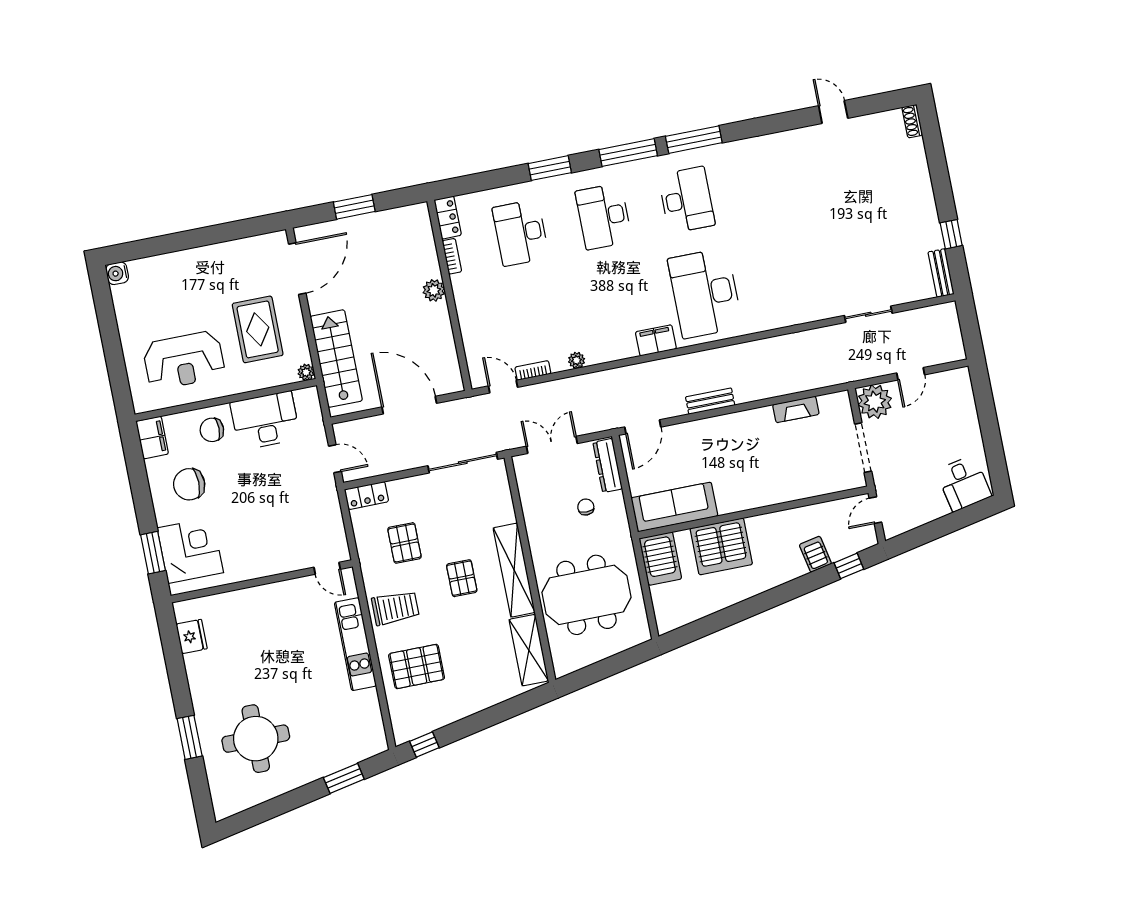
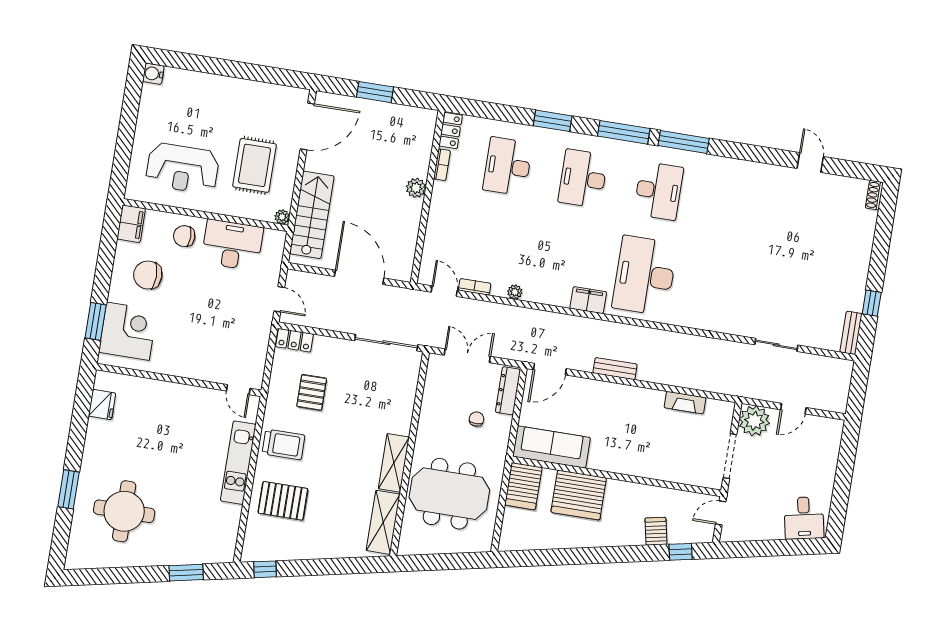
shelving: (514, 570) -> (394, 463), width x0.68
pallet: (462, 578) -> (349, 440), removed

